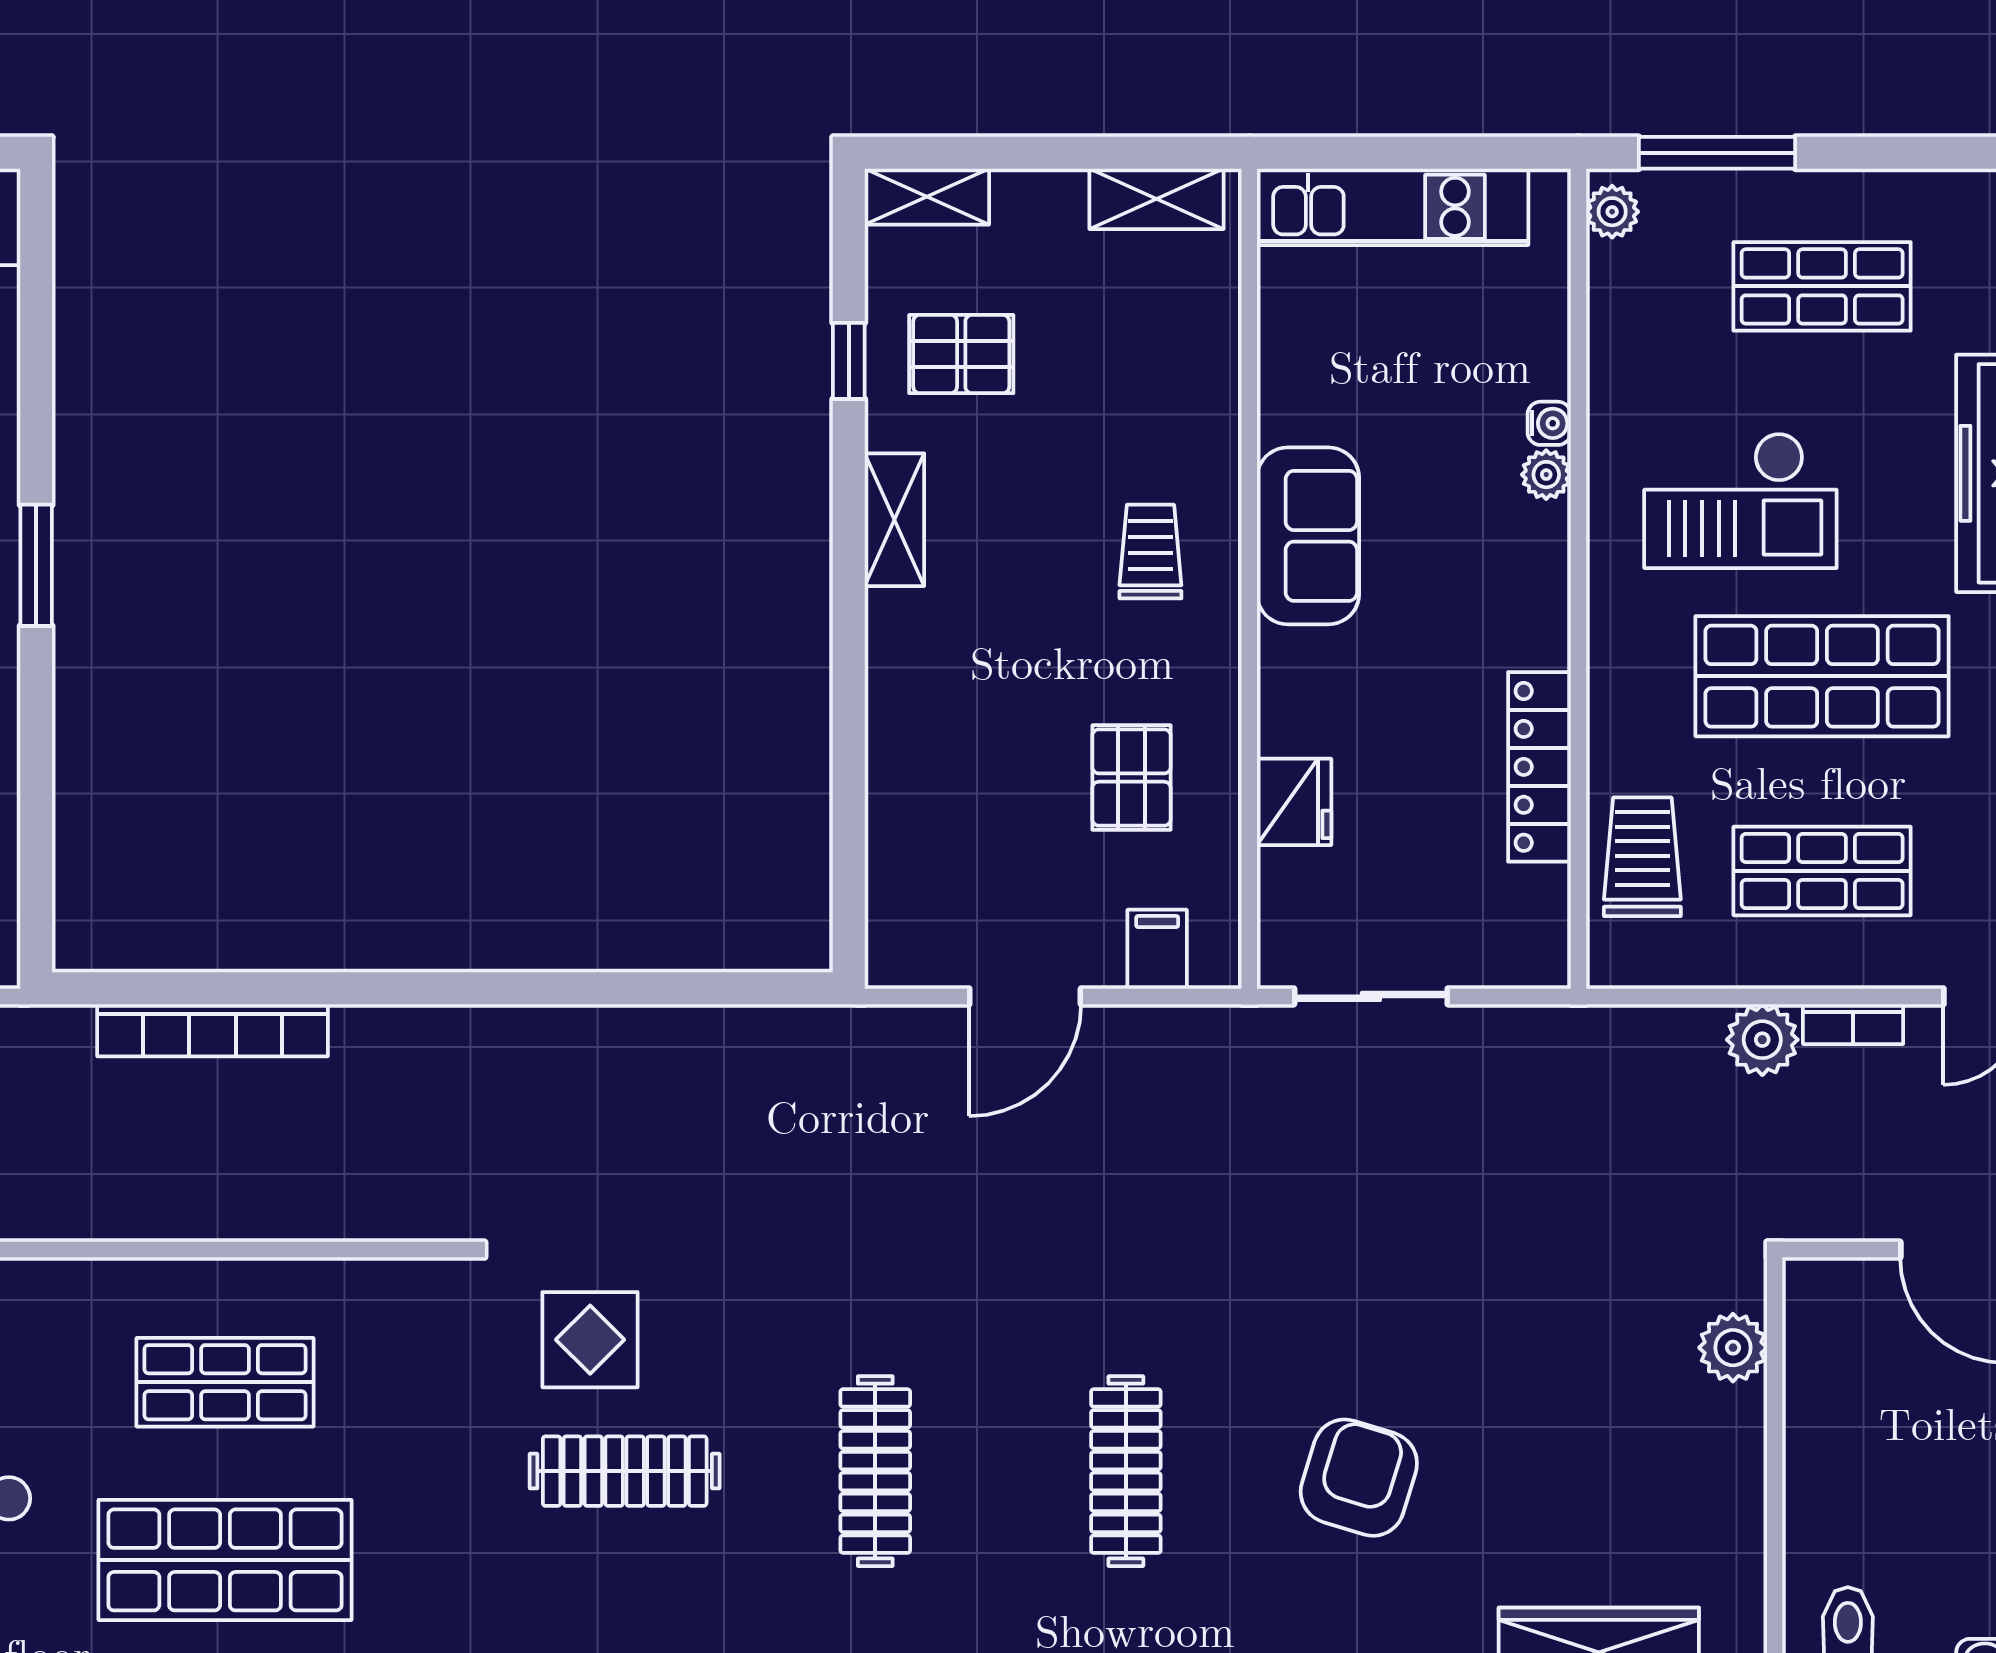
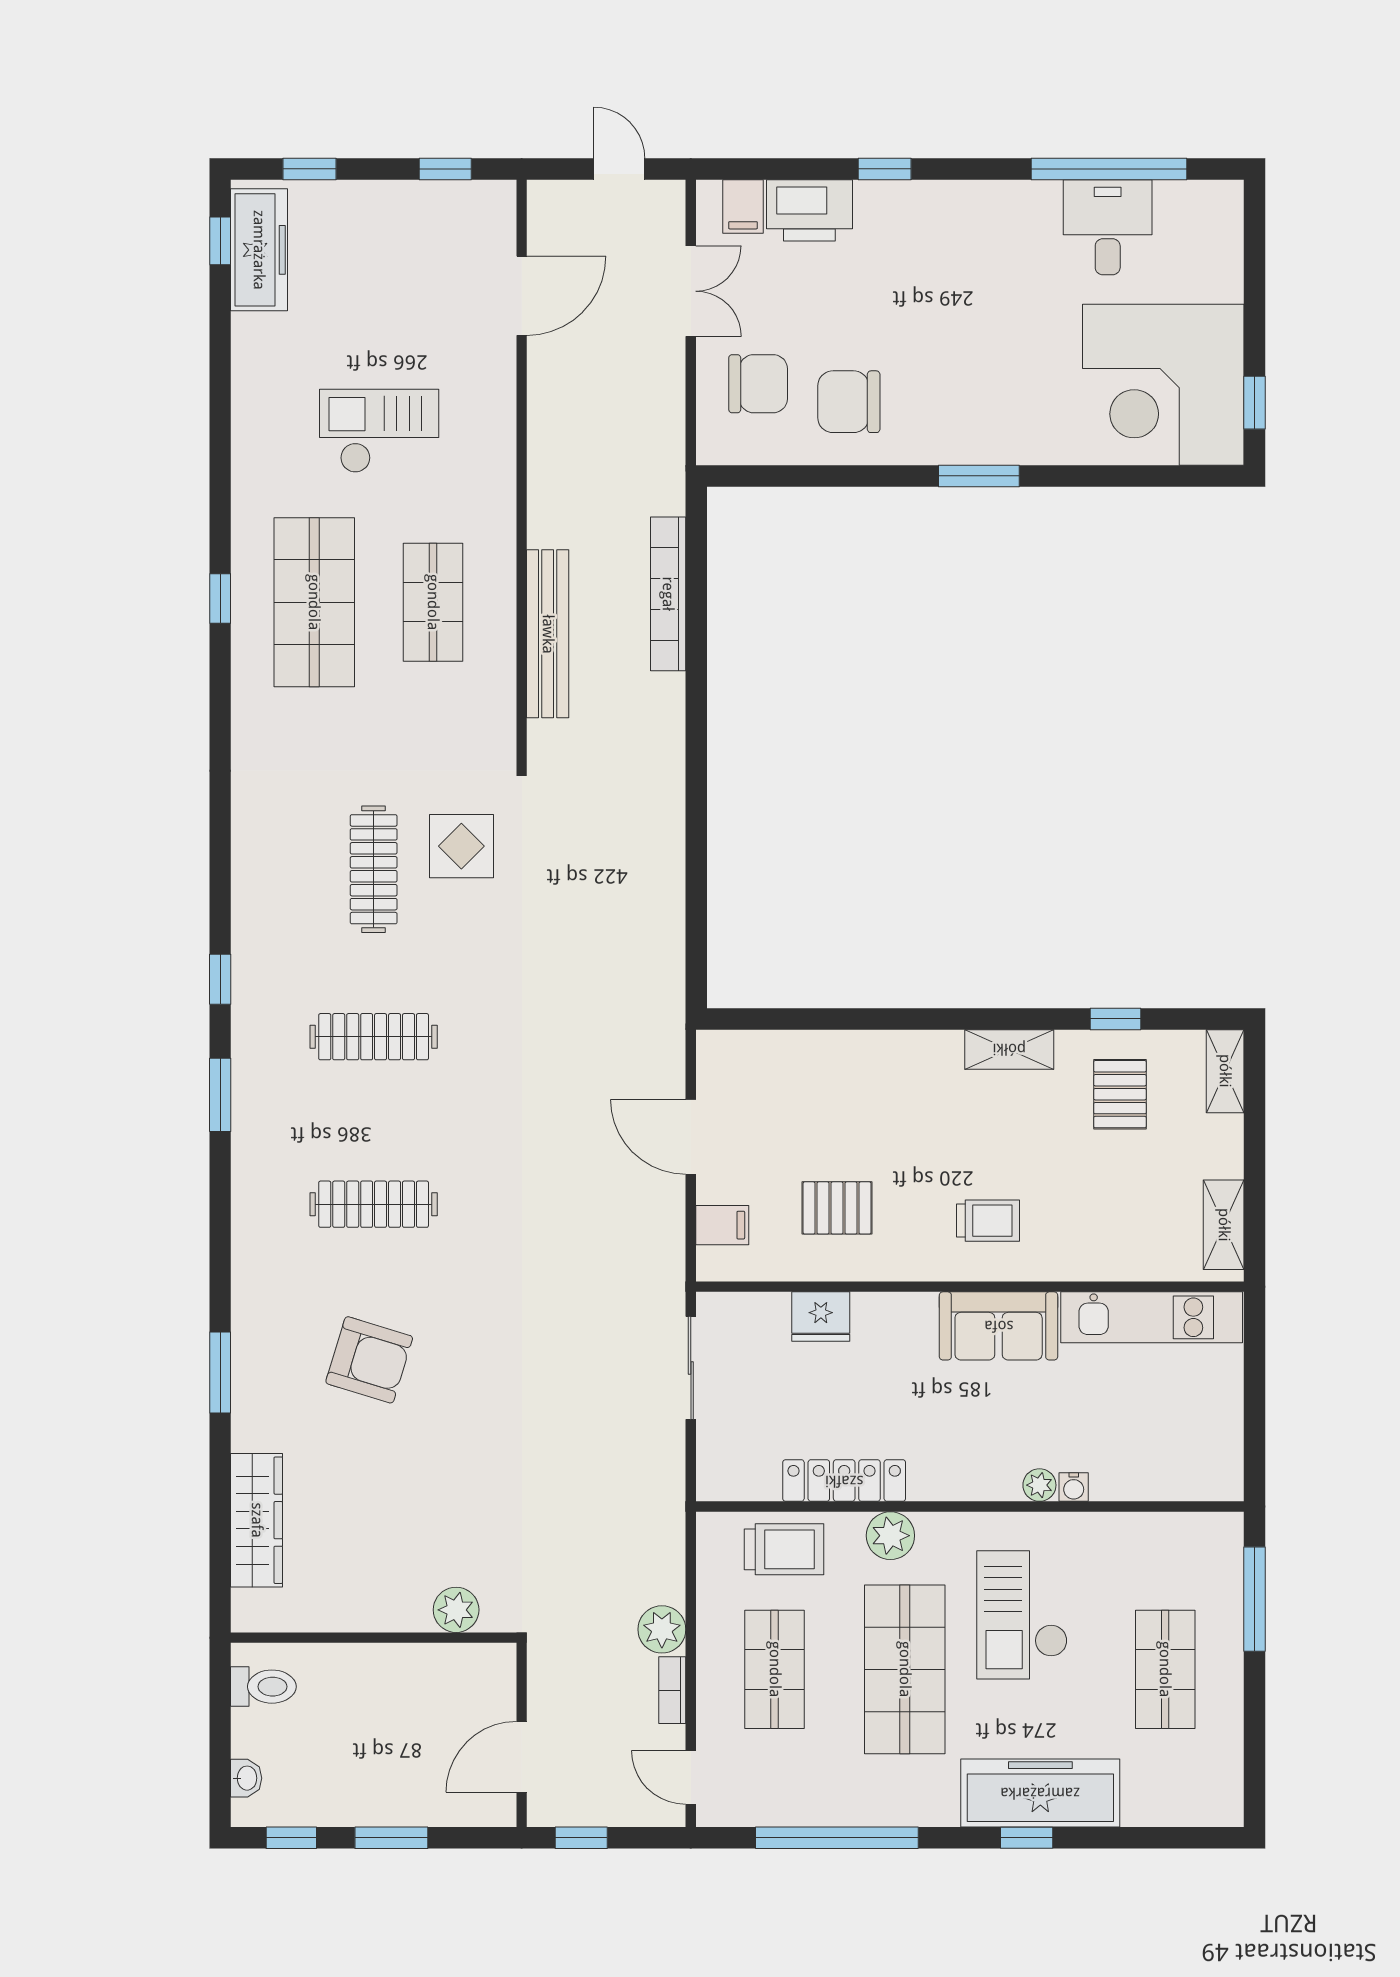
kitchen unit: (1393, 207) -> (1152, 1317), moved, turned -90
plant: (1612, 212) -> (890, 1536), moved, width x1.38, depth x1.38
bench: (272, 1211) -> (548, 634), added

